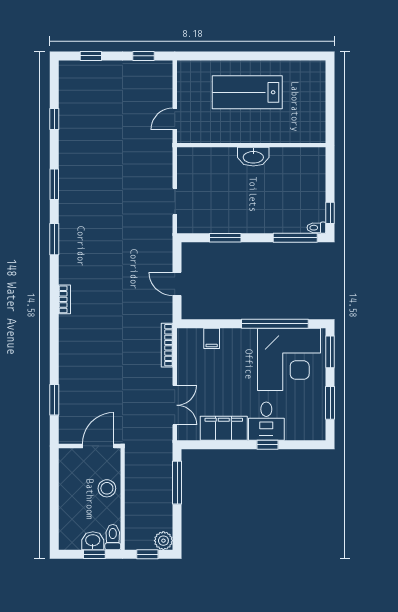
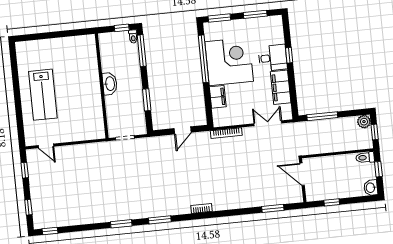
window: (54, 119) -> (50, 231), moved
door: (175, 119) -> (46, 146), moved
wall: (251, 145) -> (102, 86), moved
washbasin: (253, 157) -> (110, 84), moved
filing cabinet: (212, 338) -> (218, 97), width x2.00
corner desk: (289, 359) -> (229, 61), moved
window: (54, 484) -> (332, 202), added
stool: (107, 488) -> (331, 165), removed
washbasin: (93, 541) -> (371, 188), moved

